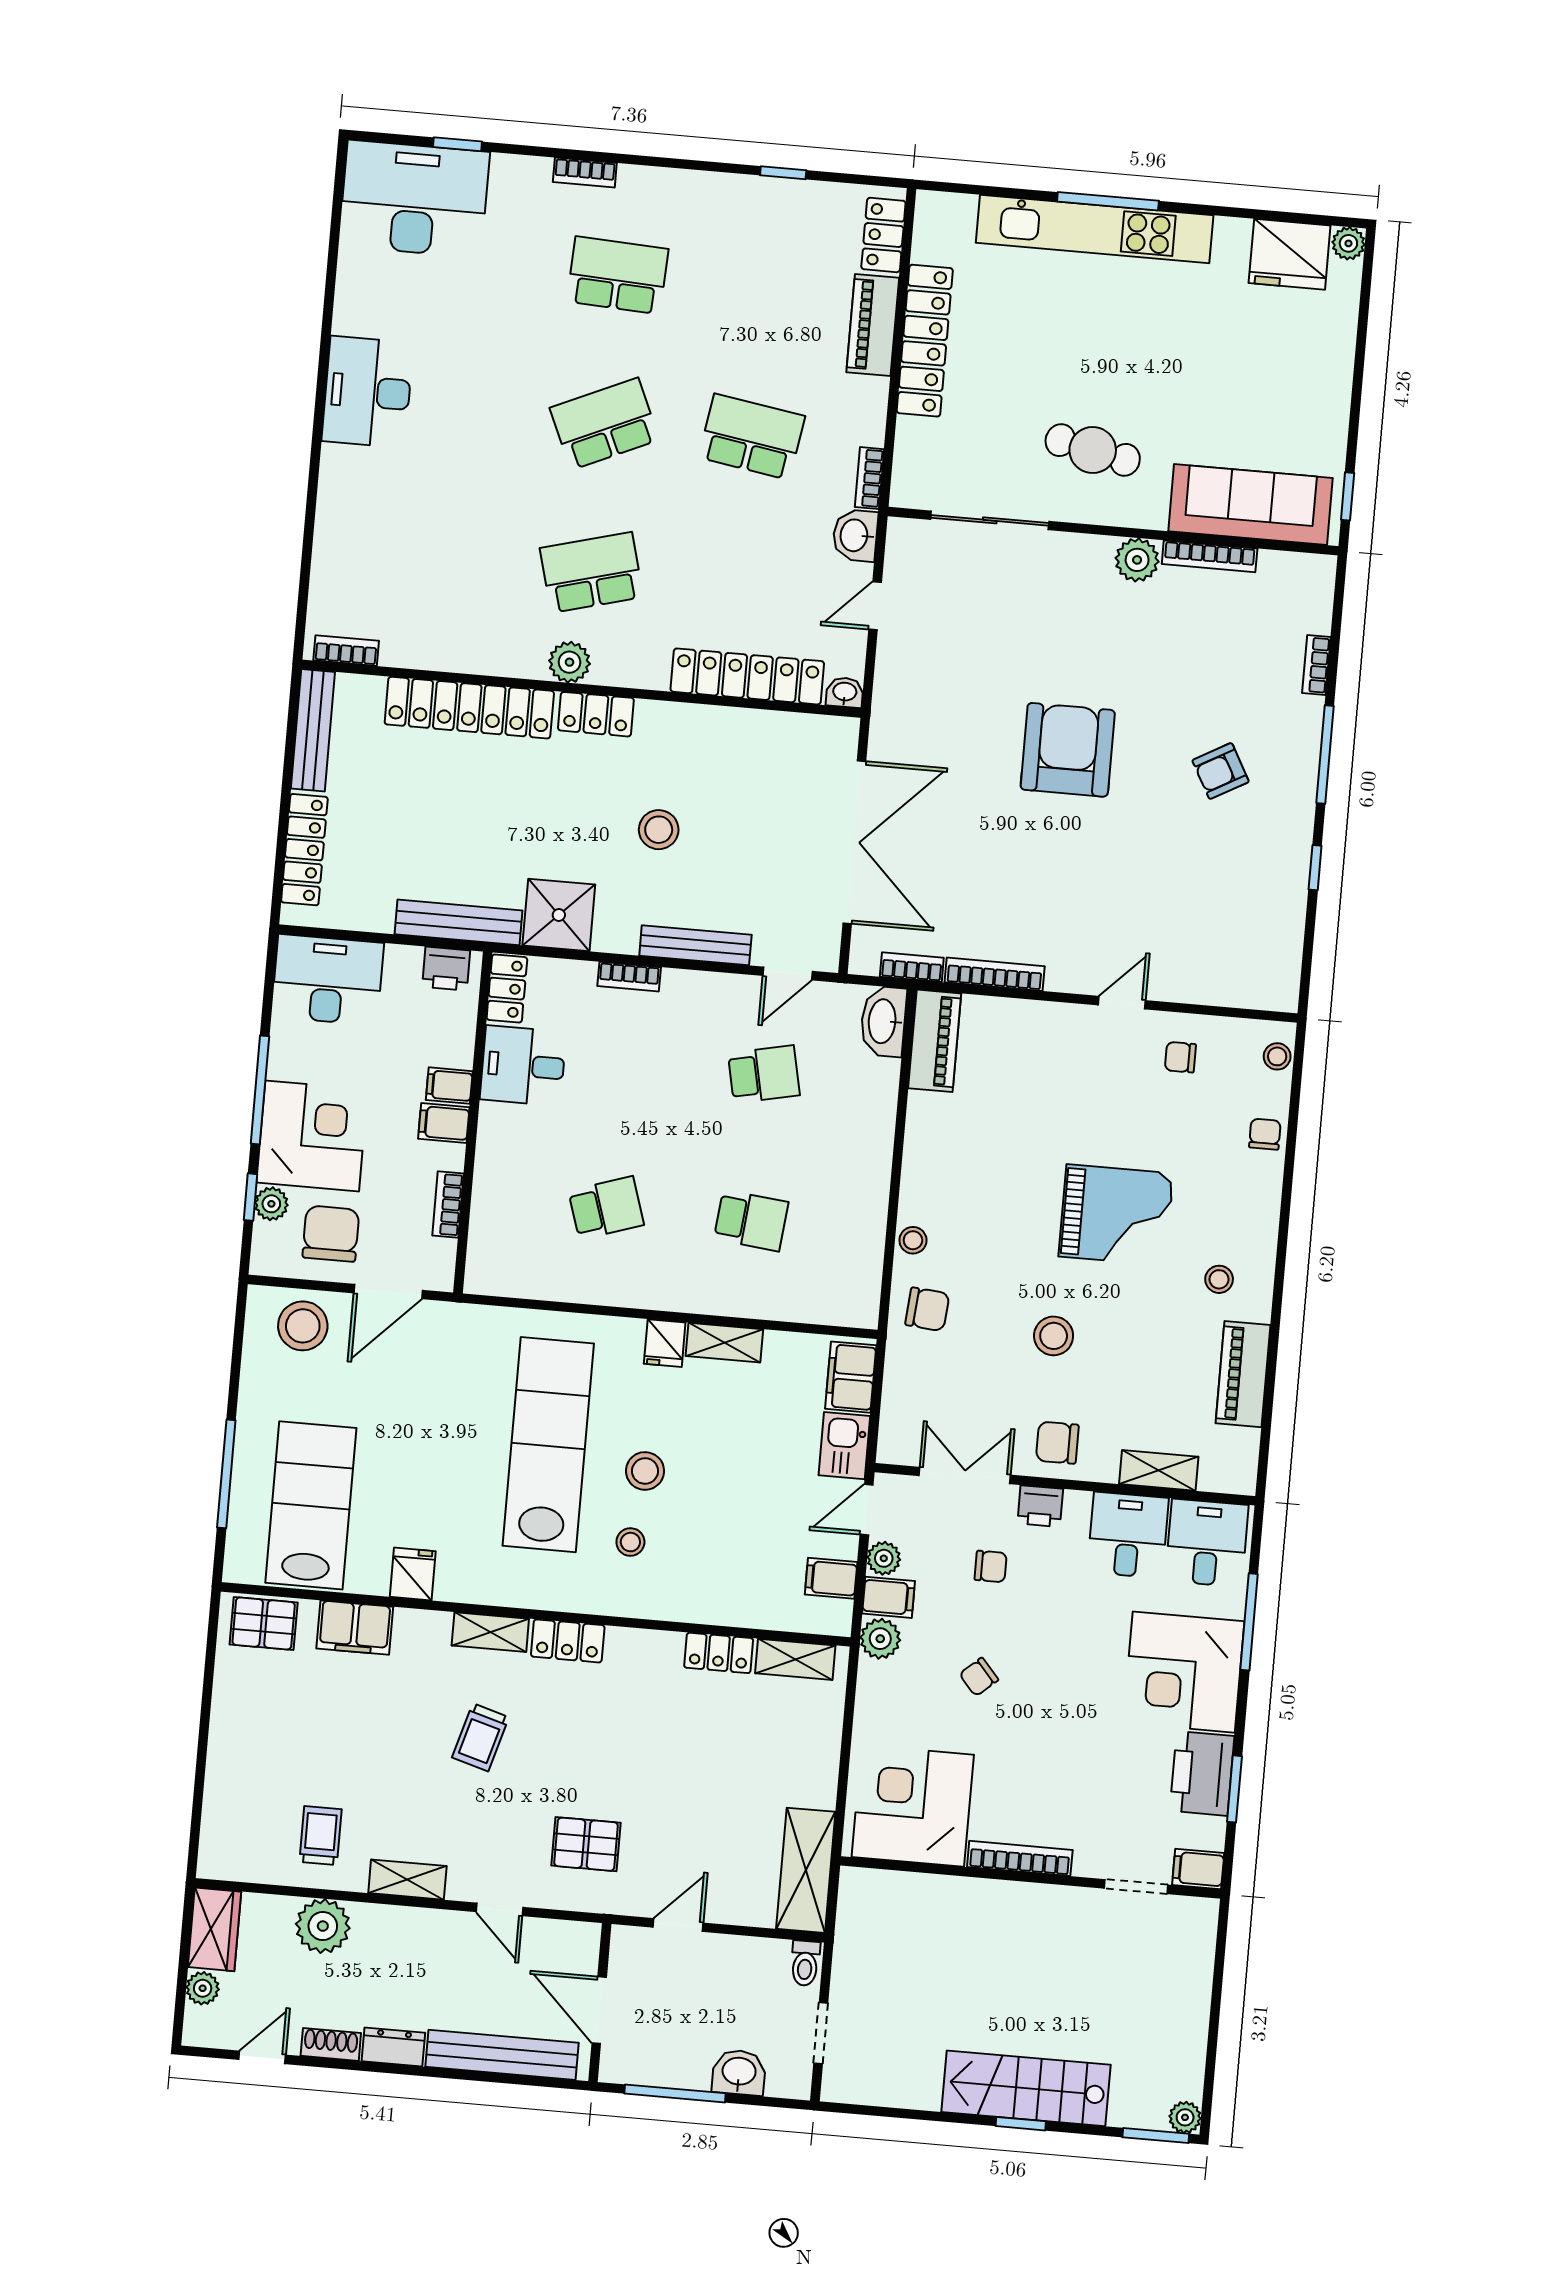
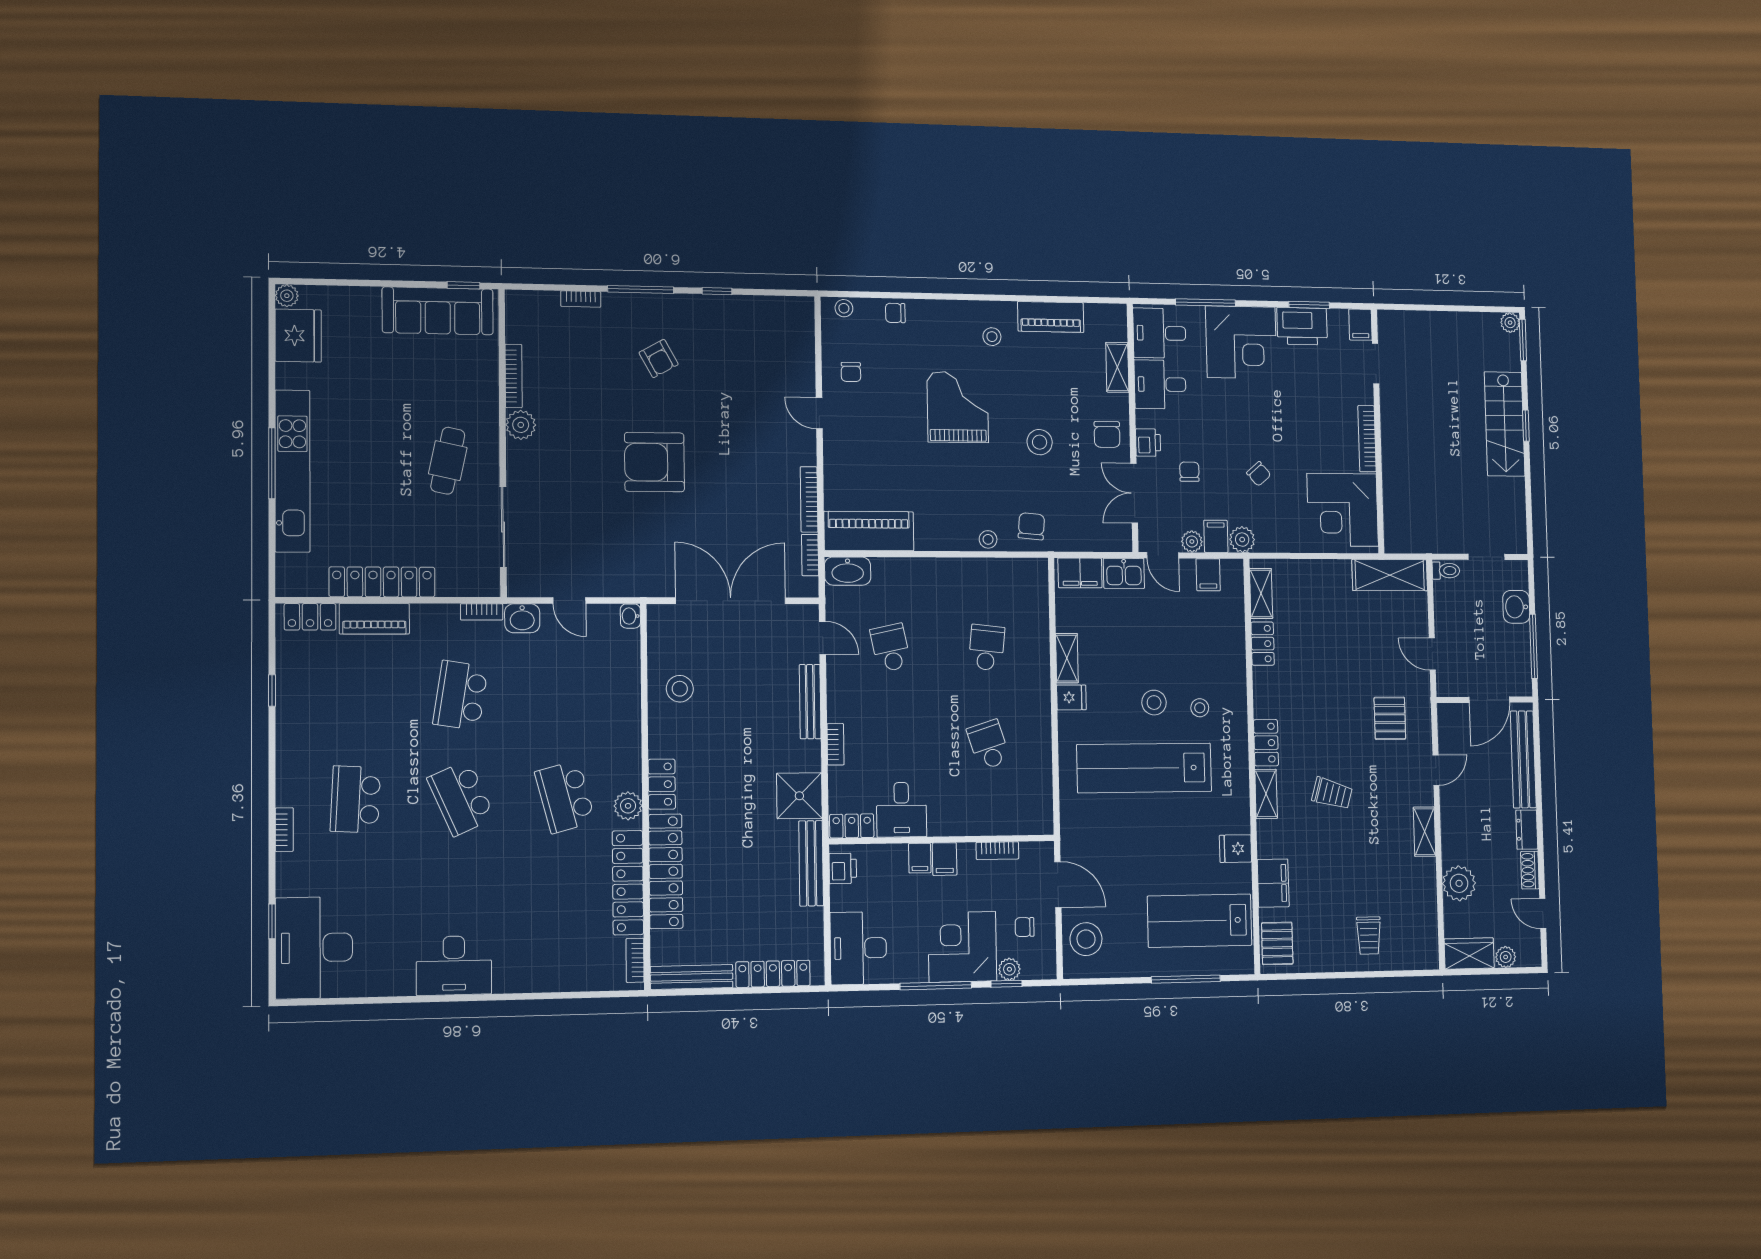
sofa: (1250, 505) -> (438, 311), moved, turned -90
locker: (747, 676) -> (628, 883), moved
stool: (659, 830) -> (680, 689), moved
piano: (935, 1041) -> (869, 531), width x1.37, depth x1.33
chair: (331, 1234) -> (1025, 927), width x0.54, depth x0.54
trolley: (321, 1836) -> (1369, 936), moved, turned -90

